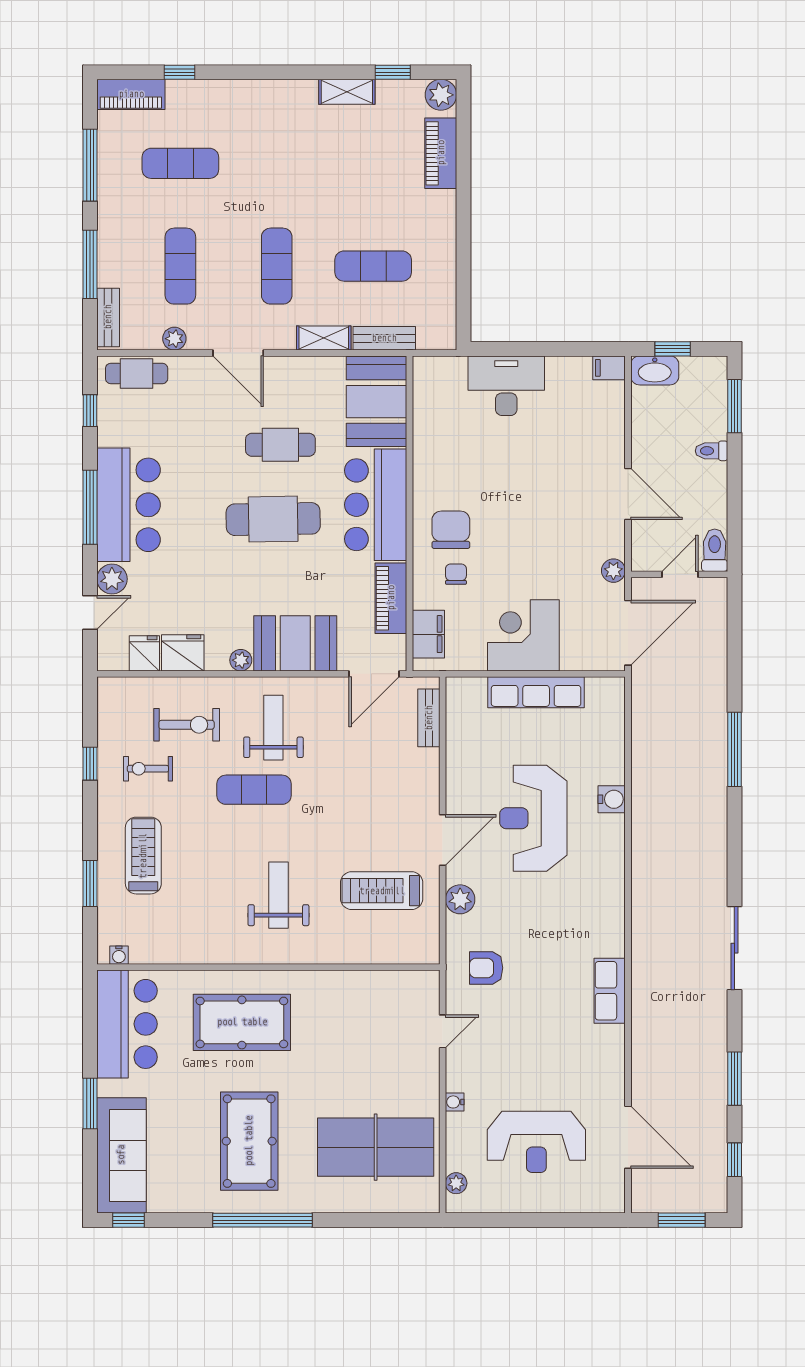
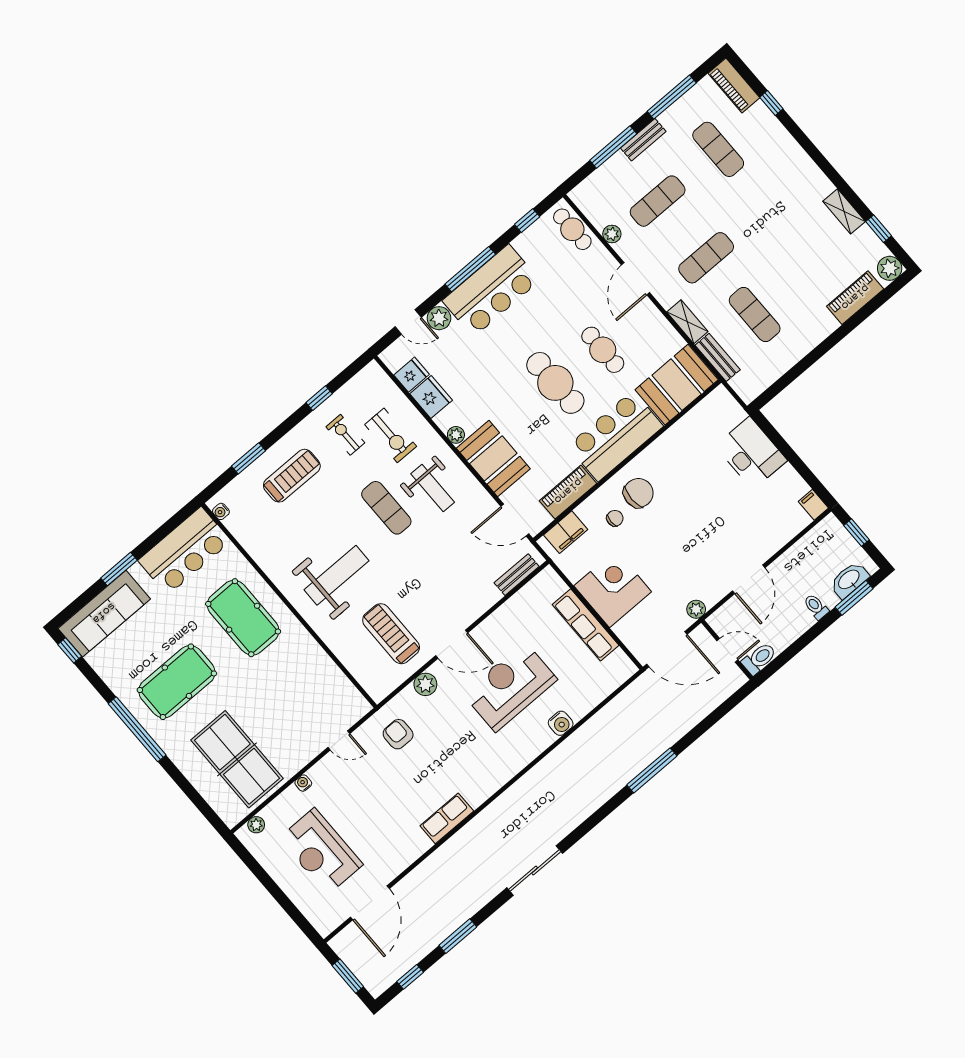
bench: (108, 317) -> (643, 140), moved
washbasin: (655, 370) -> (849, 580), moved, turned 90
weight bench: (273, 728) -> (433, 488), turned 90
weight bench: (278, 895) -> (336, 575), width x1.36, depth x1.33

